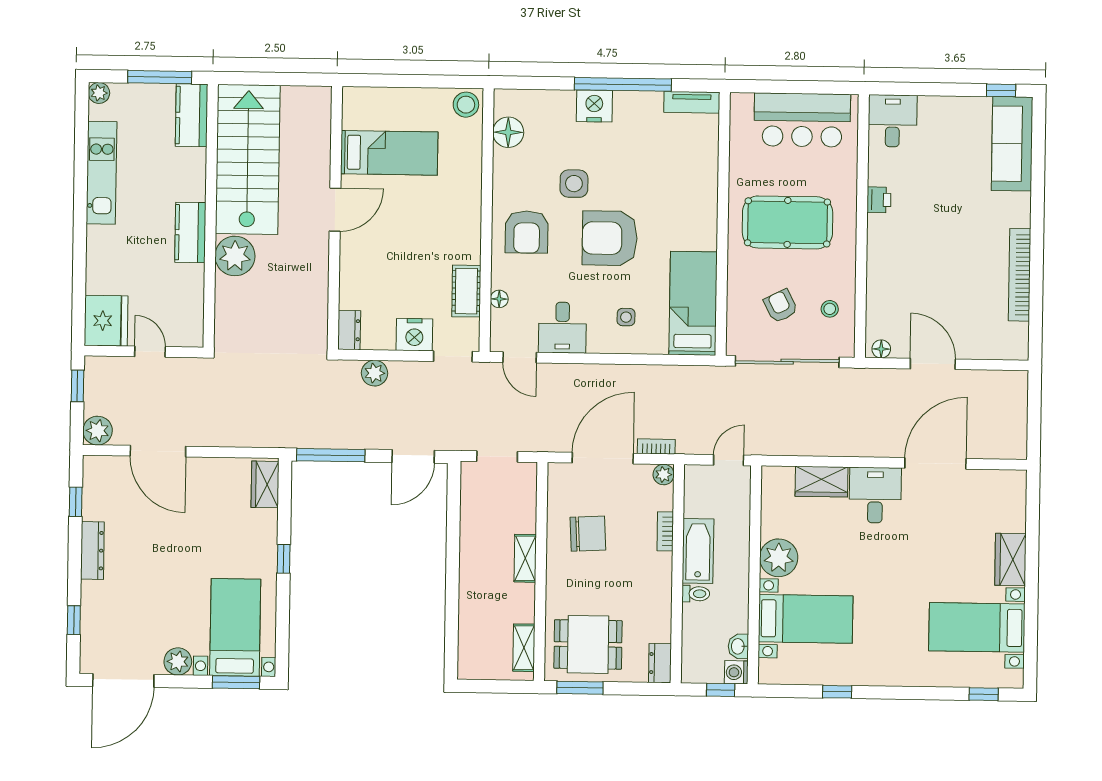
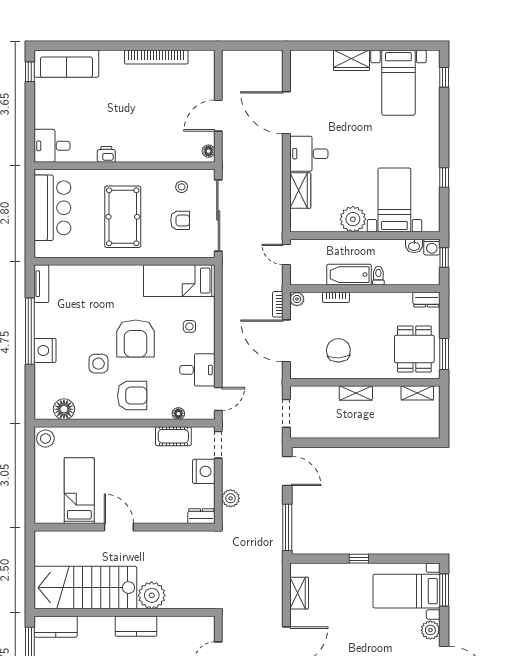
armchair: (781, 306) -> (180, 220), turned -153
wardrobe: (265, 484) -> (299, 593), moved, turned -90

